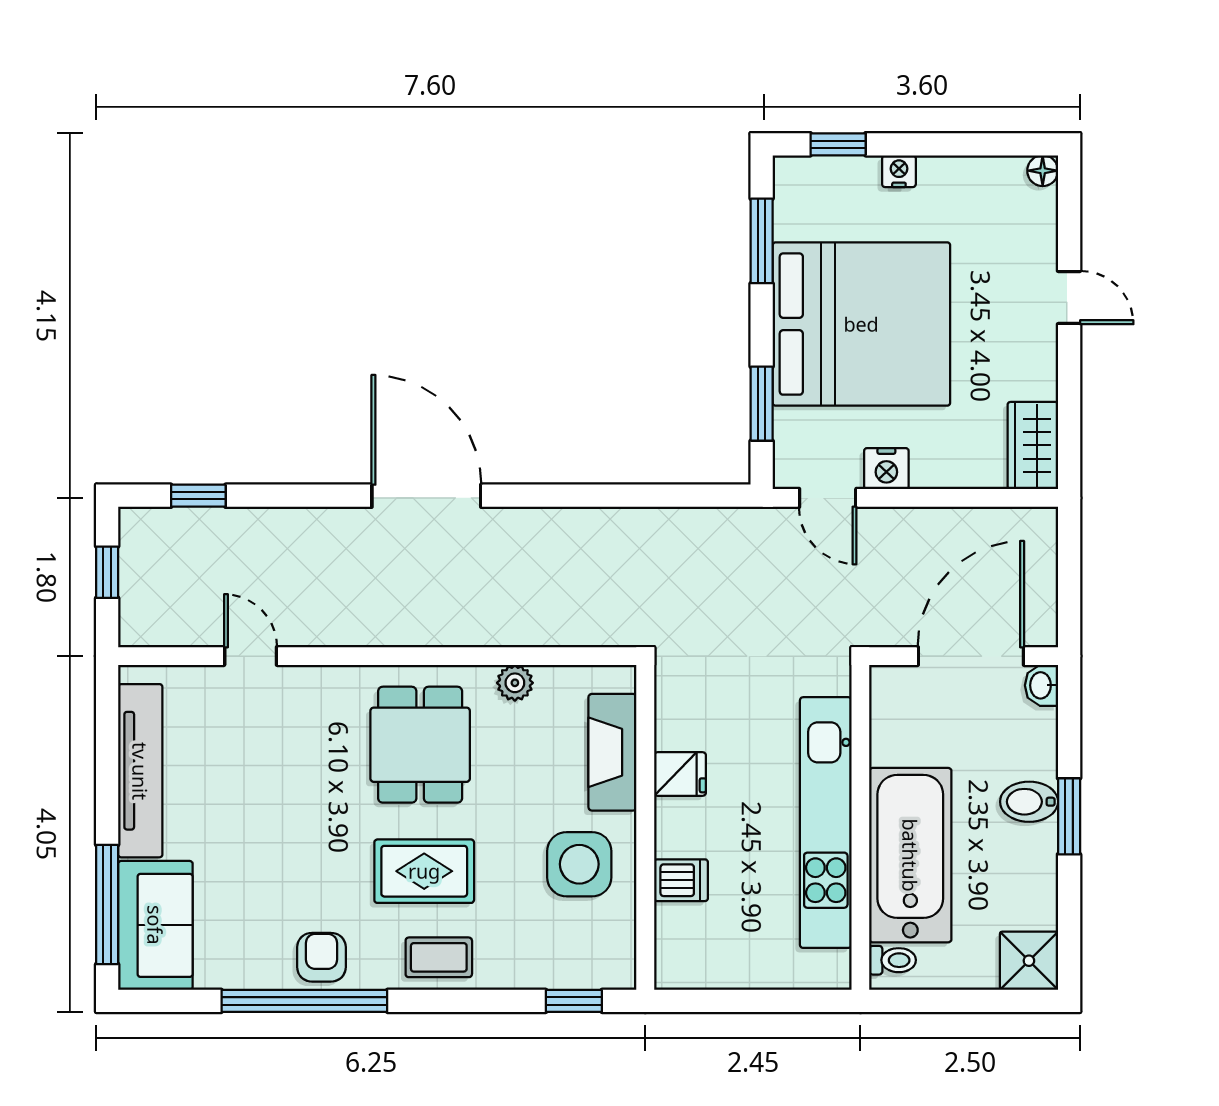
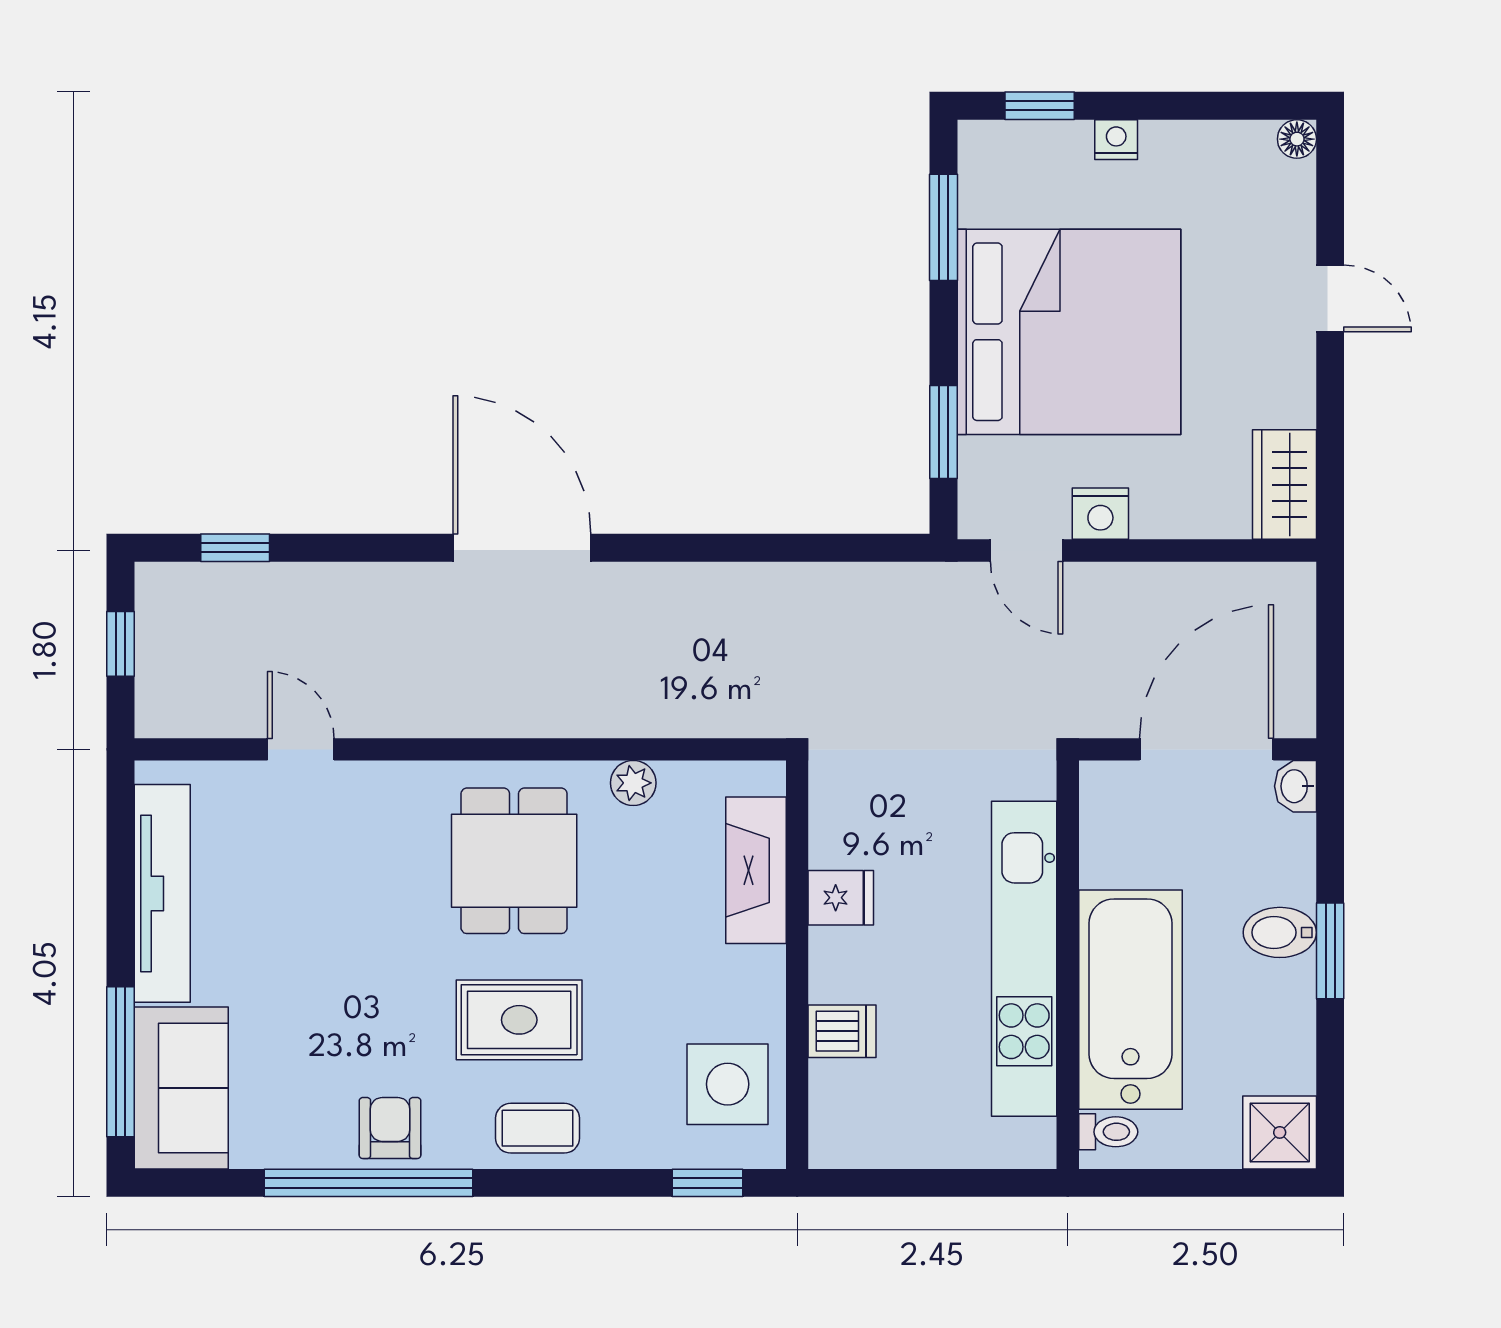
side table: (579, 864) -> (728, 1084), moved

